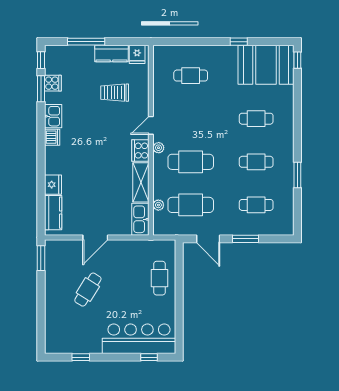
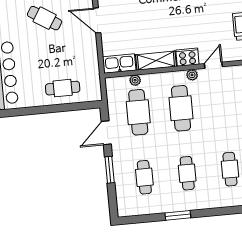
door: (151, 125) -> (213, 65), hinge flipped

